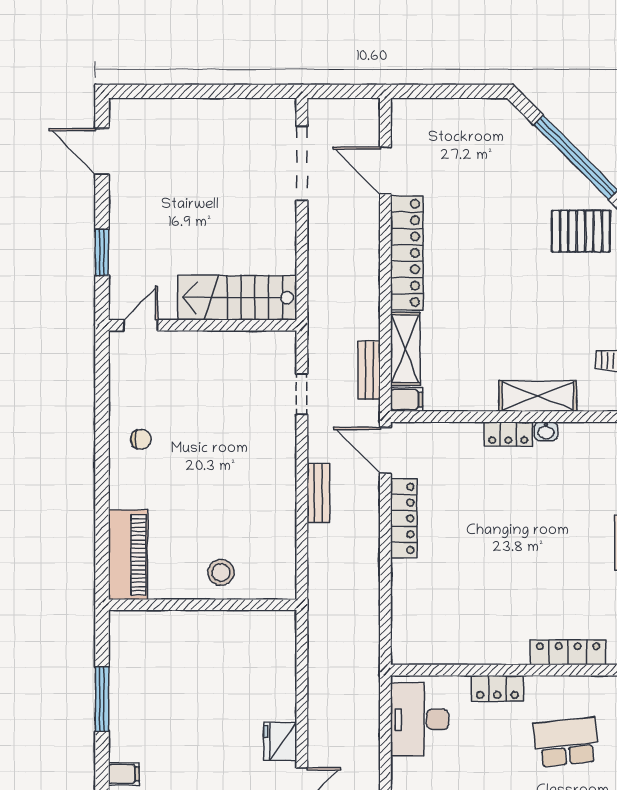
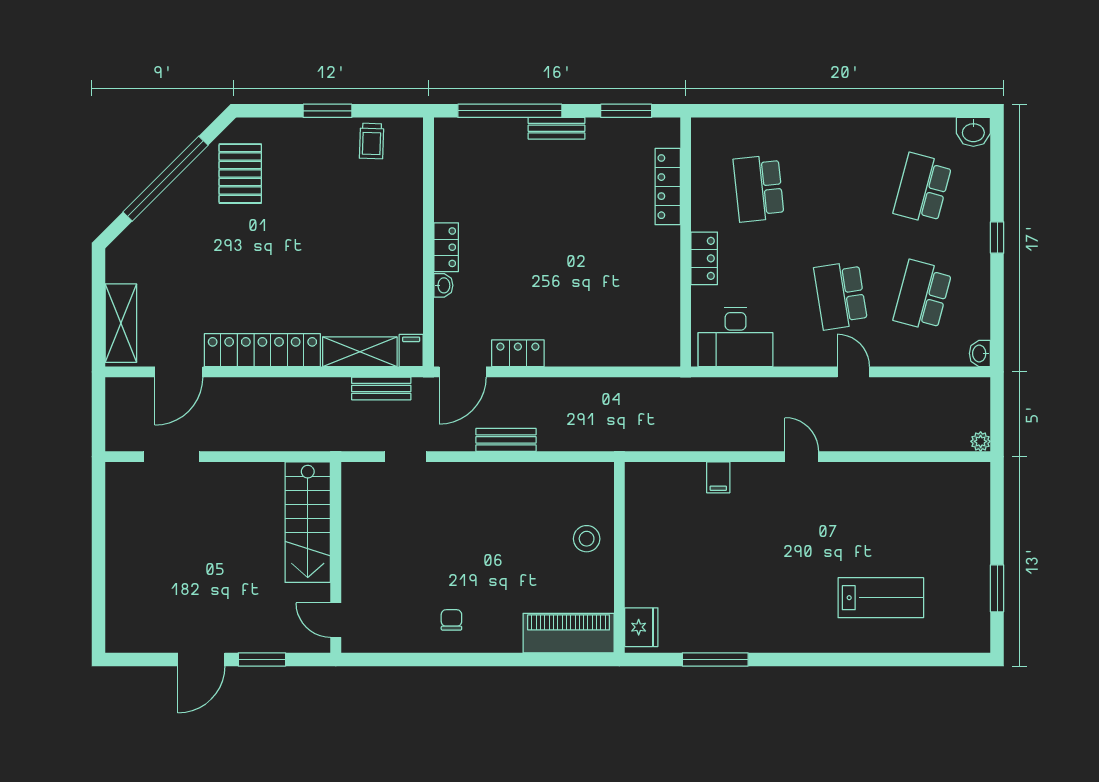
door: (102, 151) -> (201, 659), moved
doorway: (302, 163) -> (171, 457), width x0.73
shelving: (538, 396) -> (121, 323), moved
washbasin: (546, 431) -> (443, 285), moved
locker: (404, 518) -> (518, 353), width x0.66
fridge: (280, 741) -> (641, 627), moved, turned -90
filing cabinet: (124, 774) -> (718, 477), moved, turned 180

